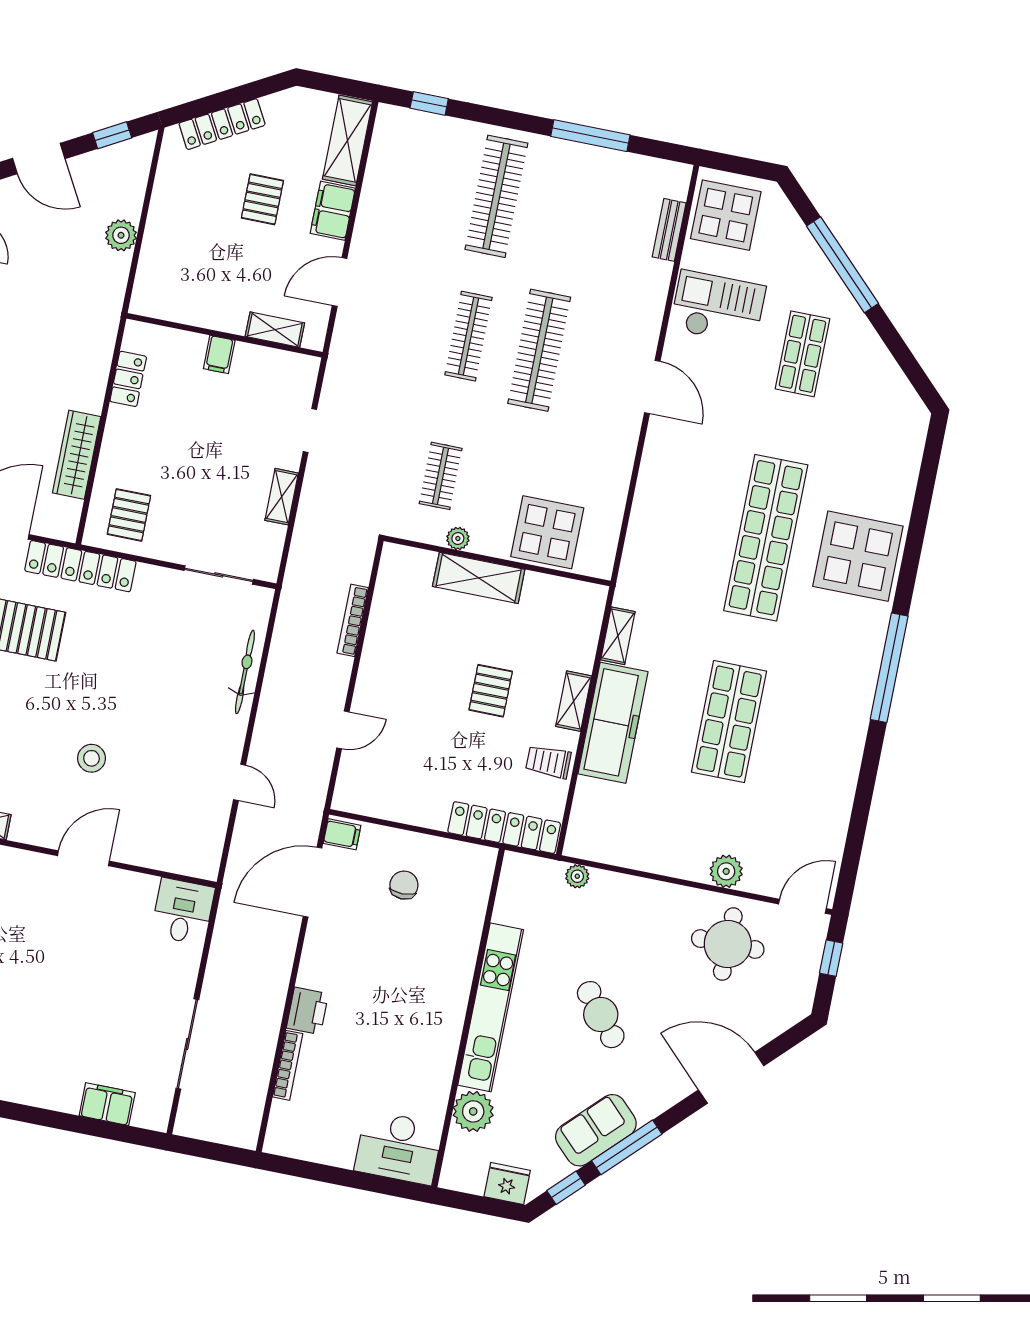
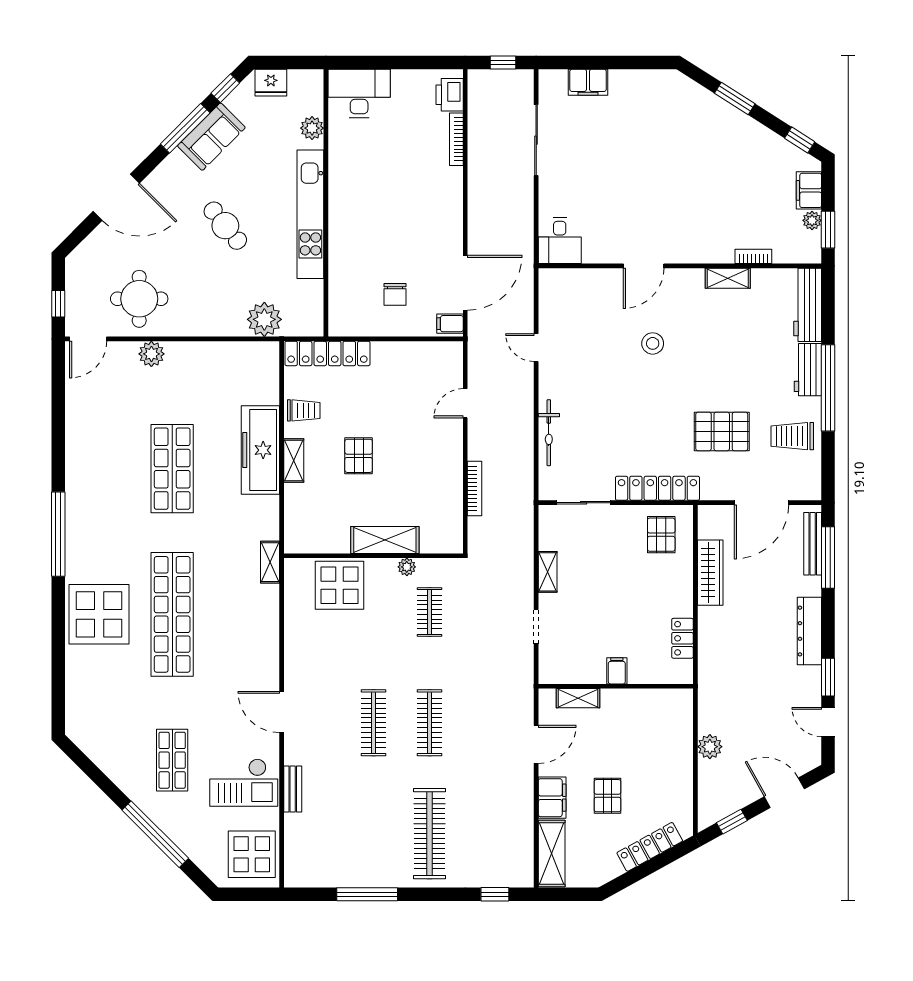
bench: (669, 230) -> (293, 789), moved
clothes rail: (539, 350) -> (373, 723), width x0.73, depth x0.76
locker: (80, 566) -> (657, 488), moved
shelving: (618, 636) -> (270, 562), moved
plant: (577, 876) -> (264, 319), width x1.88, depth x1.88
printer: (307, 1011) -> (450, 95), moved
plant: (473, 1111) -> (312, 128), width x0.73, depth x0.73
window: (209, 1150) -> (503, 62), added

